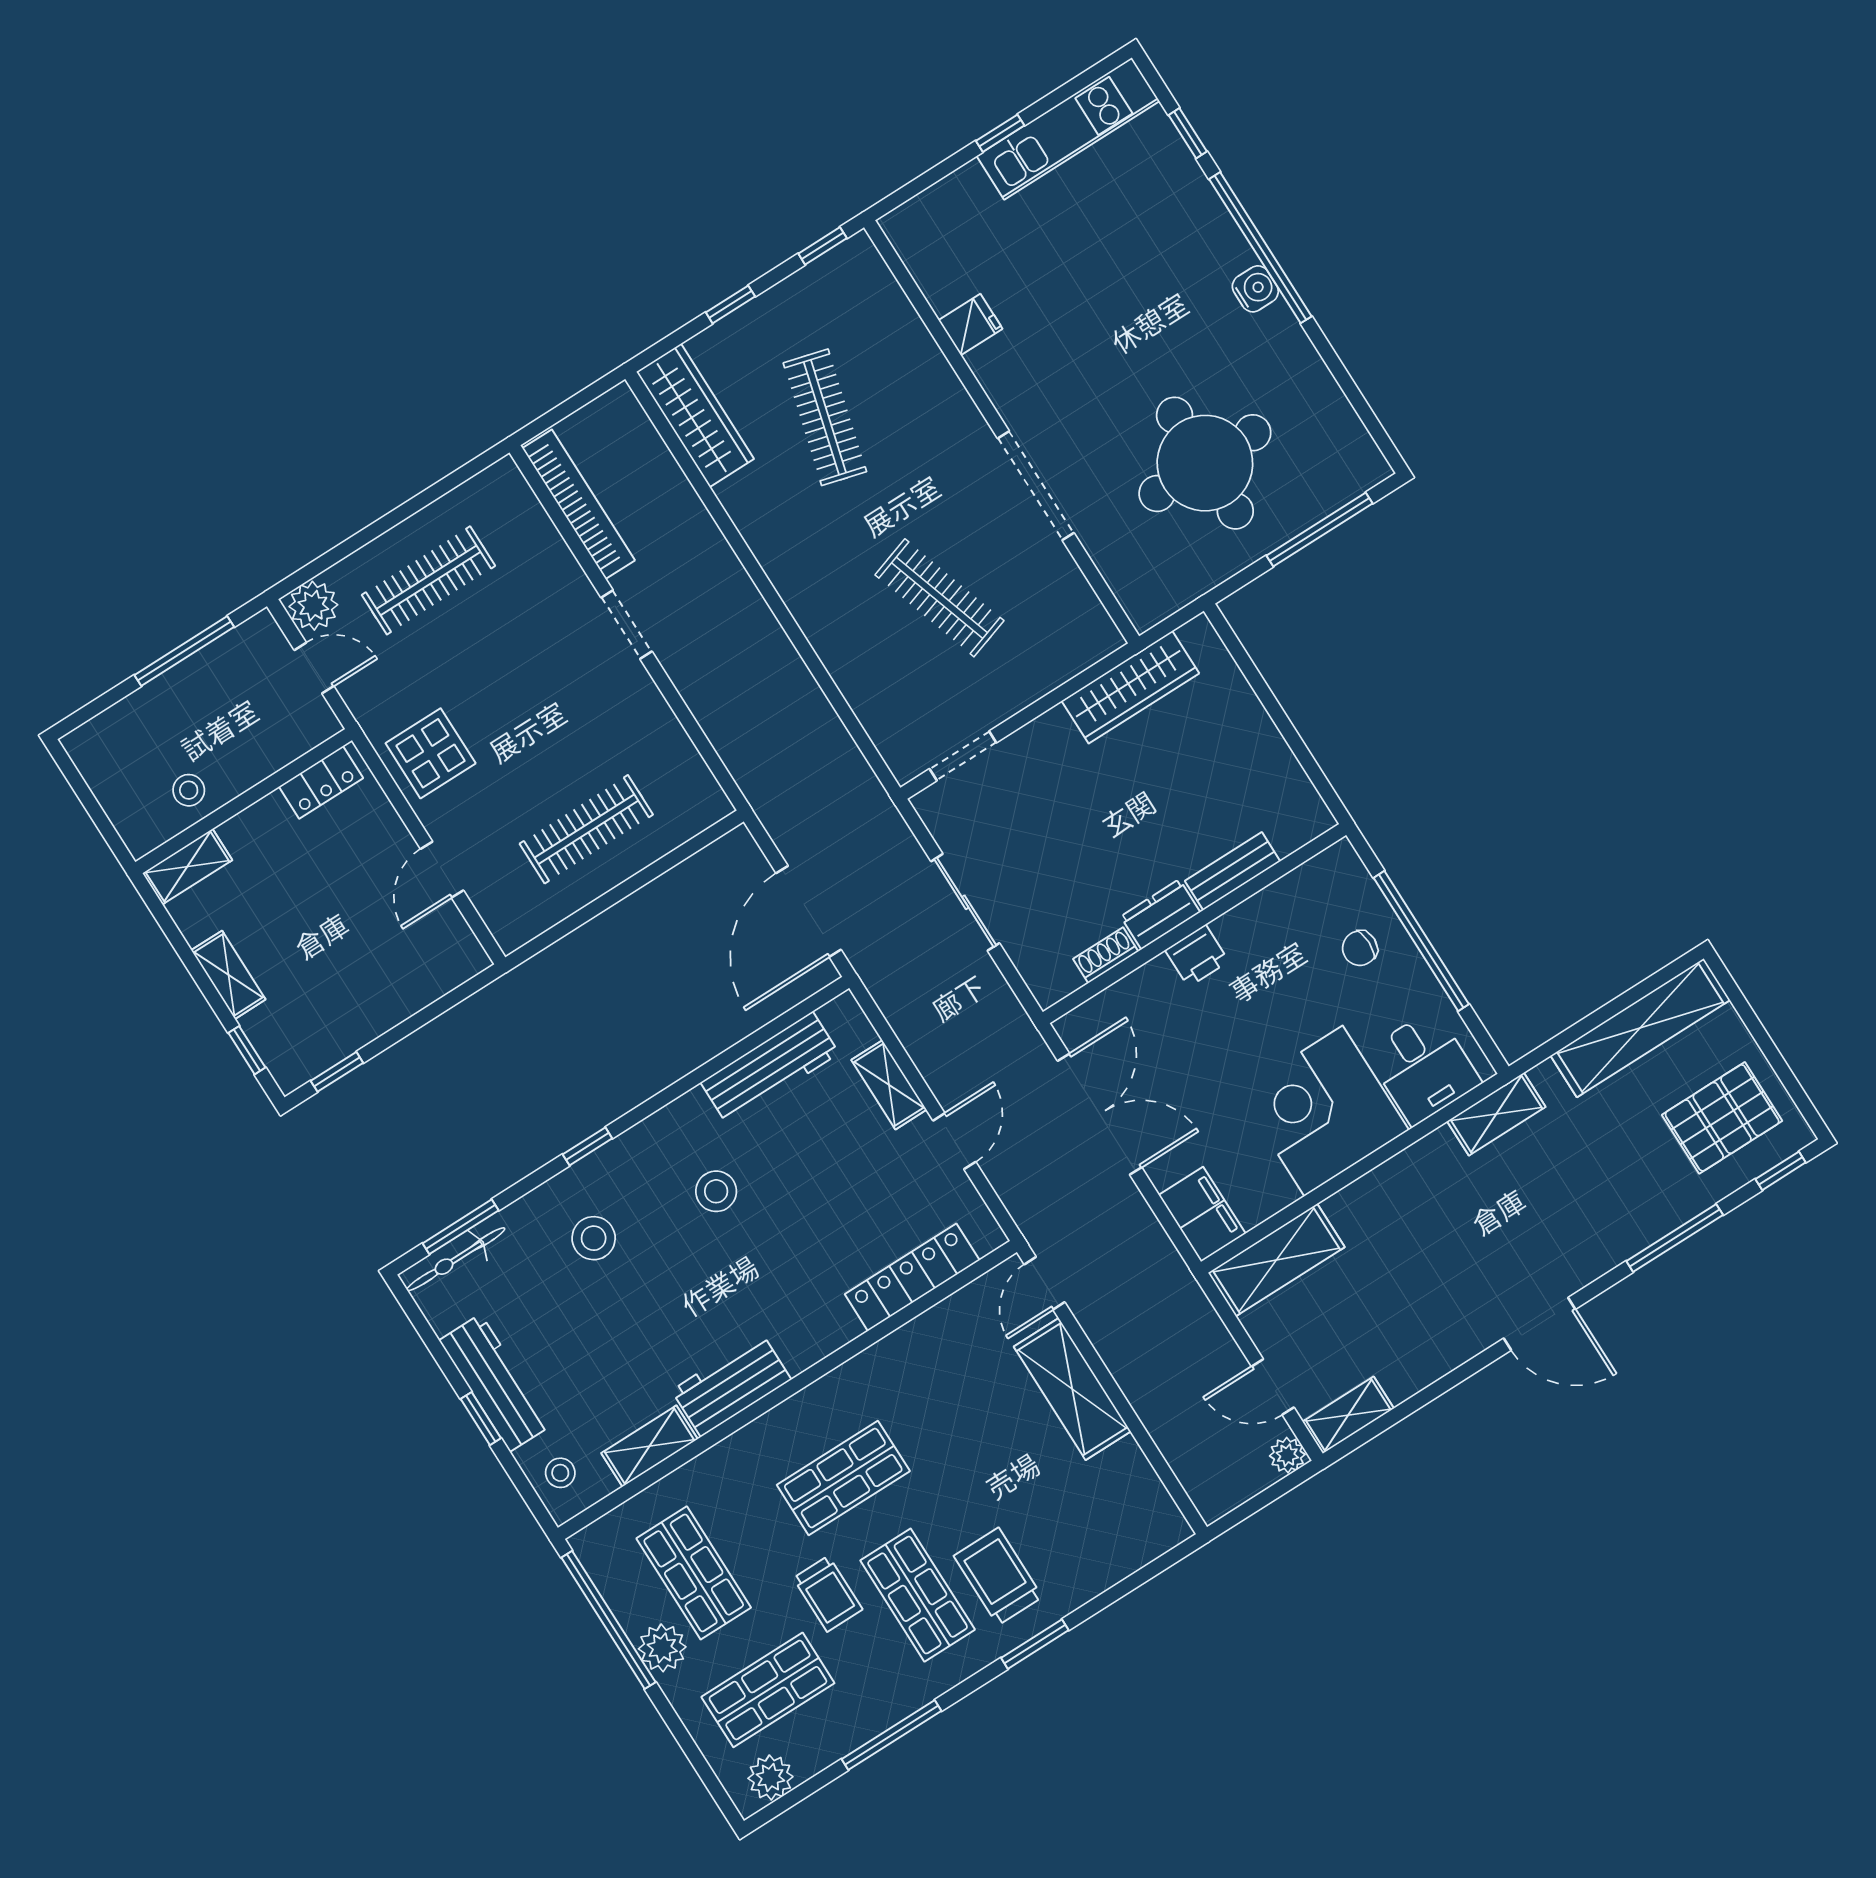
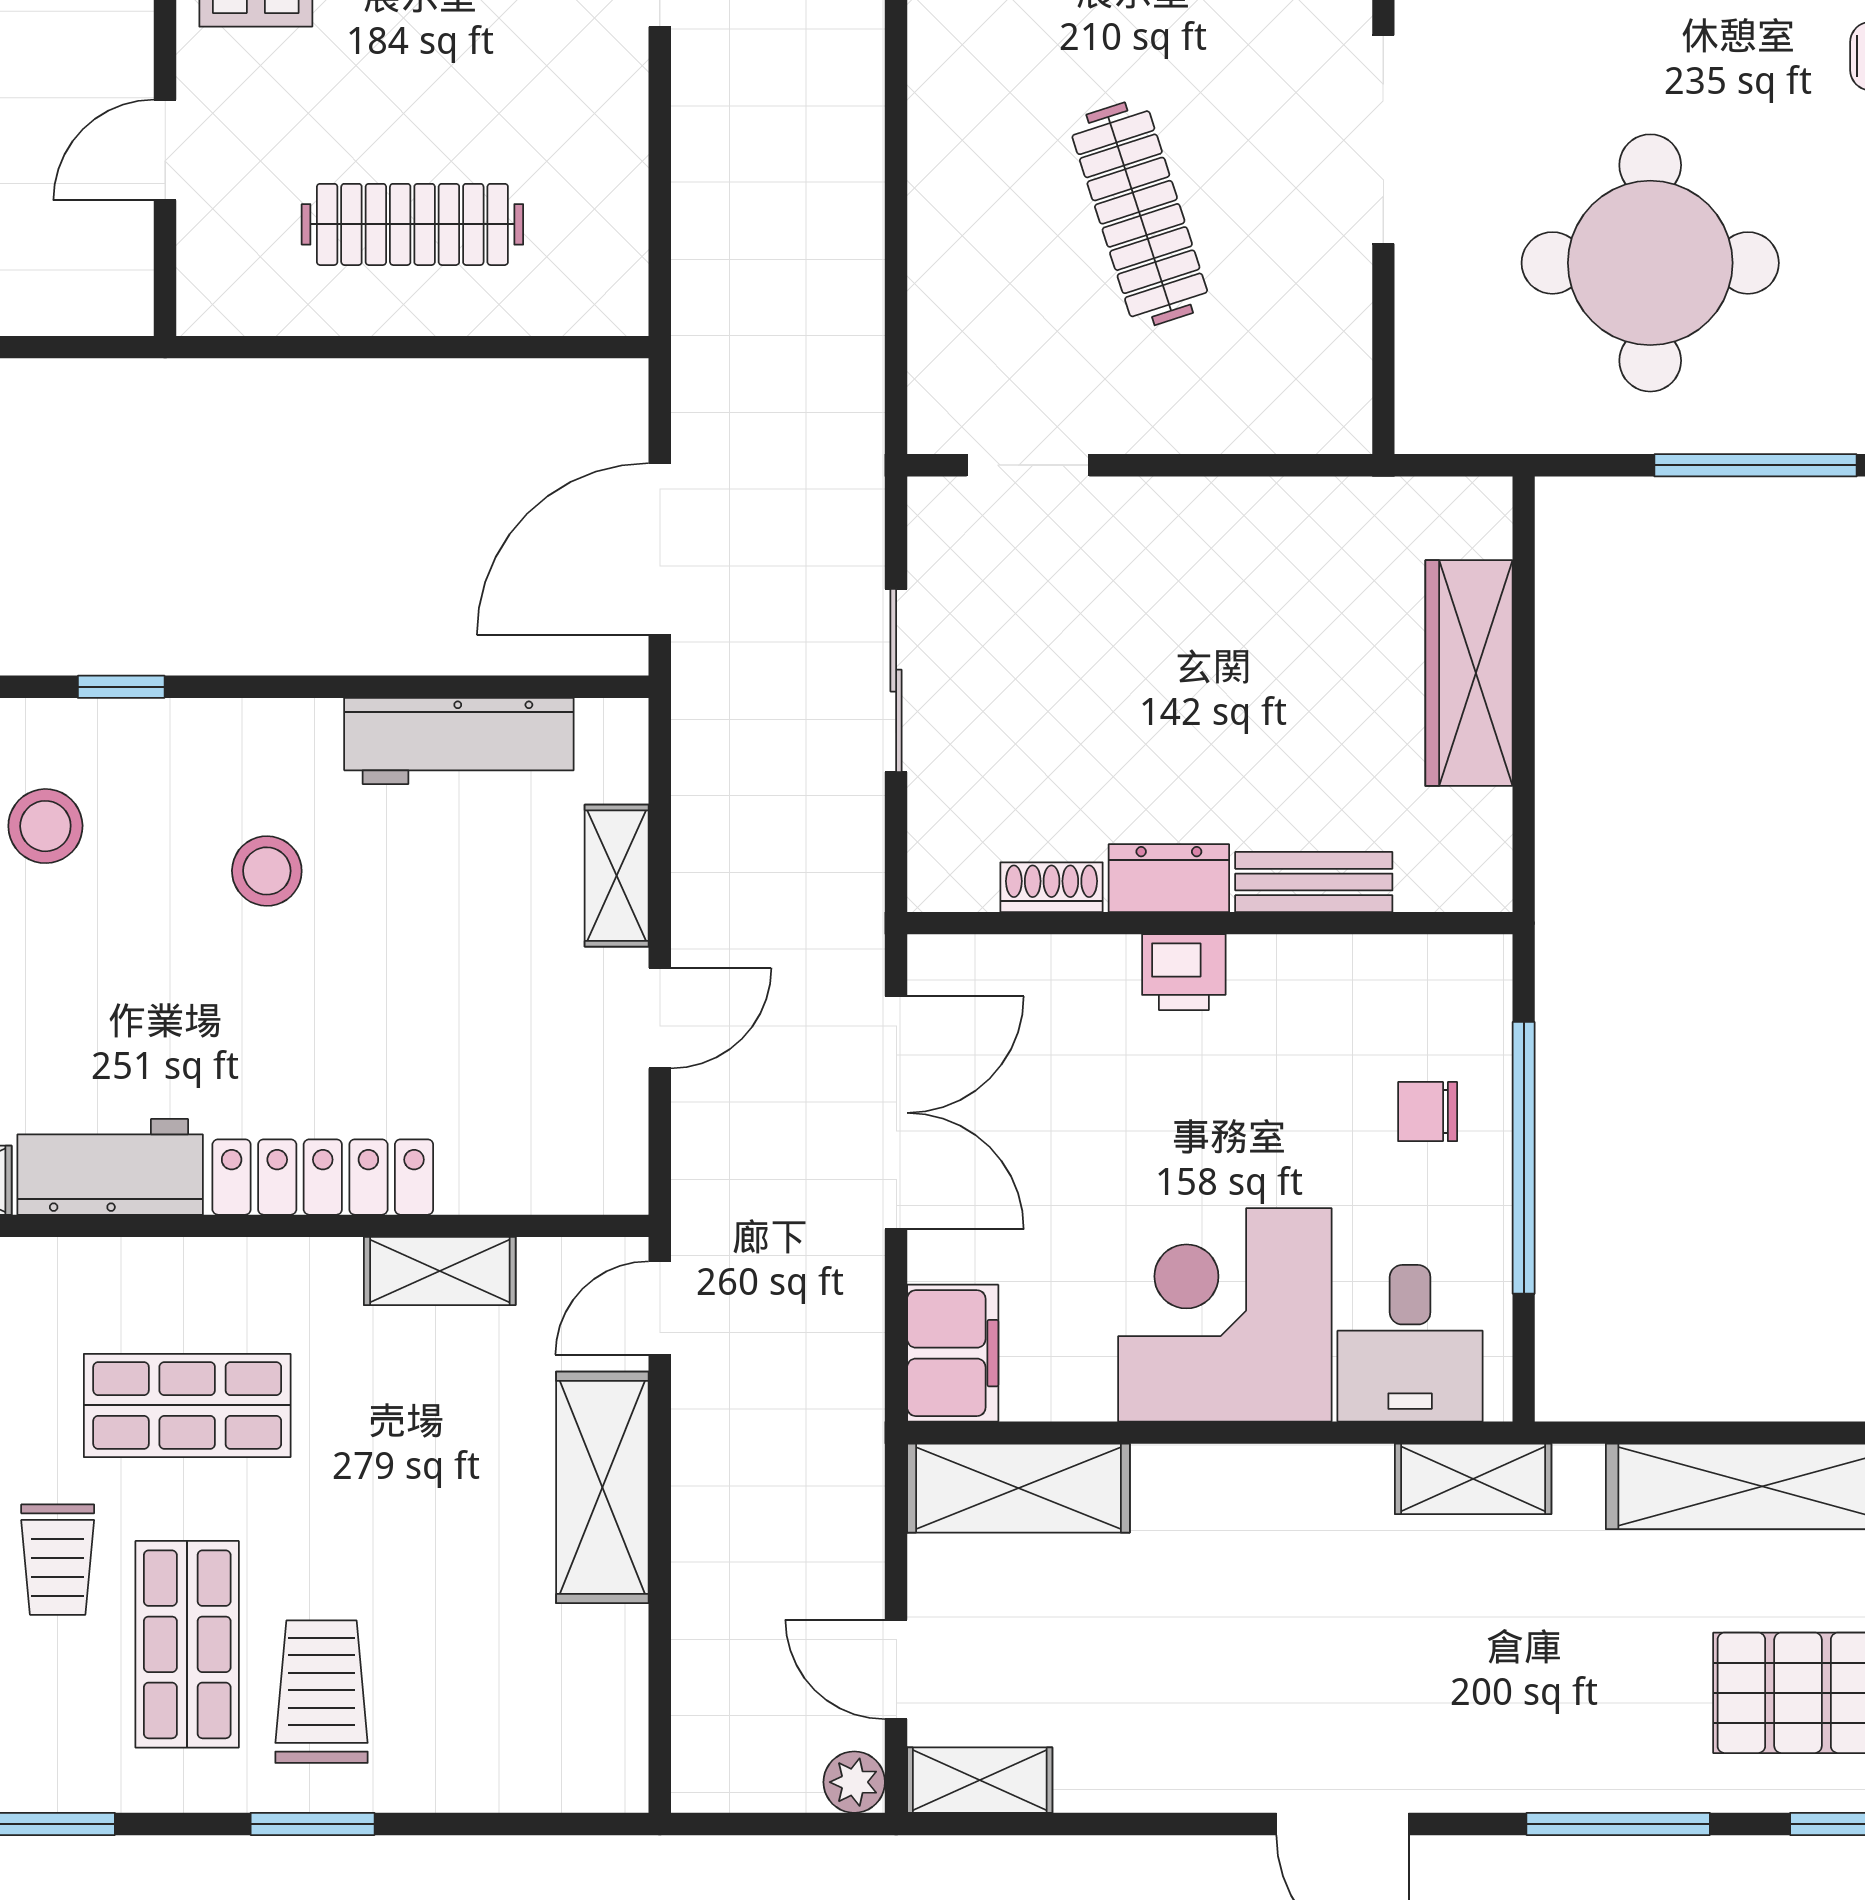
wardrobe: (1130, 687) -> (1469, 673), moved, turned 90
locker: (912, 1277) -> (323, 1177), moved
shelving: (925, 1334) -> (440, 1271), added

